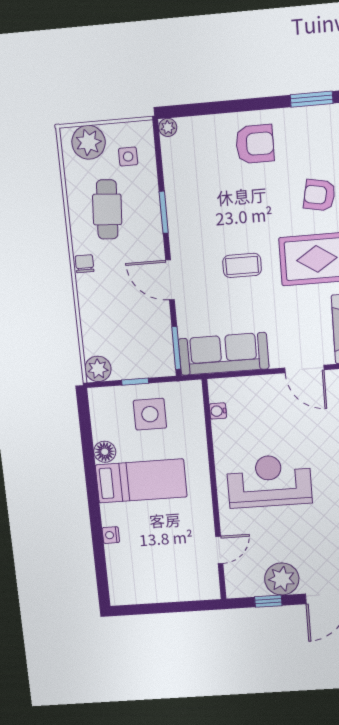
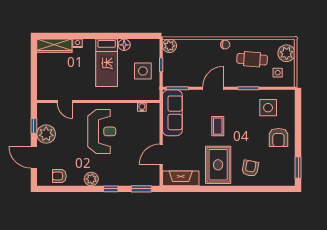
plant: (168, 127) -> (290, 94), removed
side table: (198, 170) -> (268, 108), added
wardrobe: (119, 575) -> (54, 46), added

